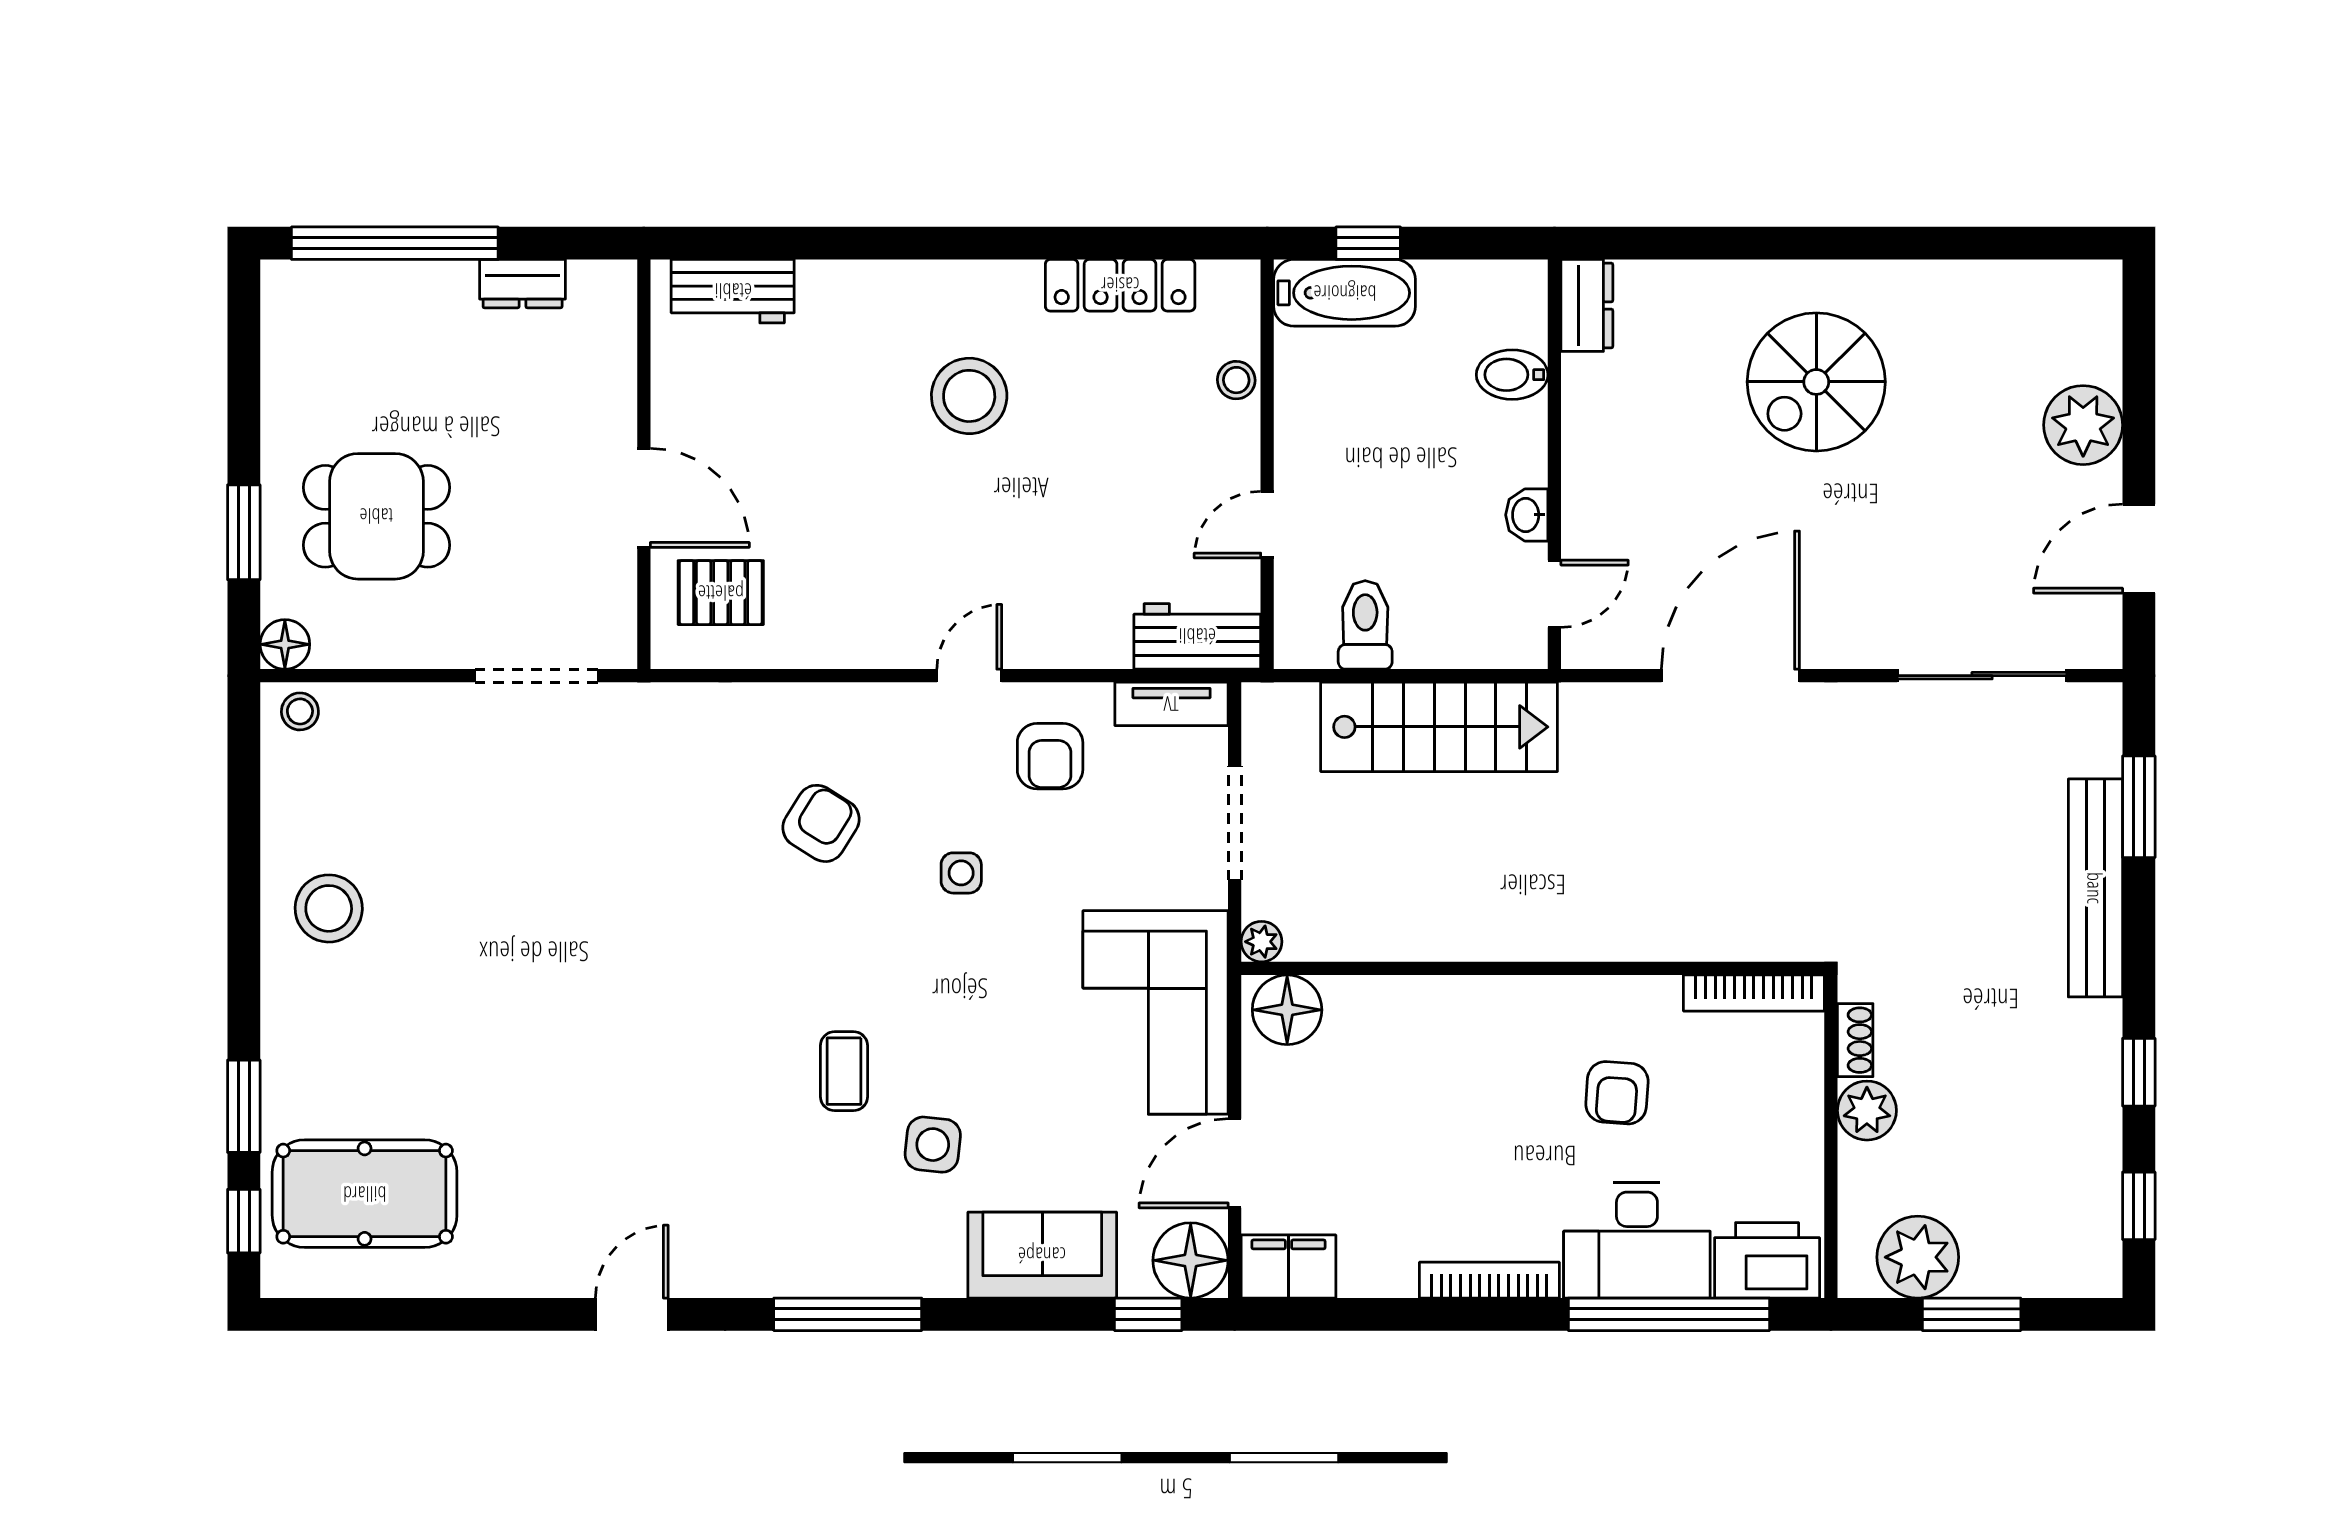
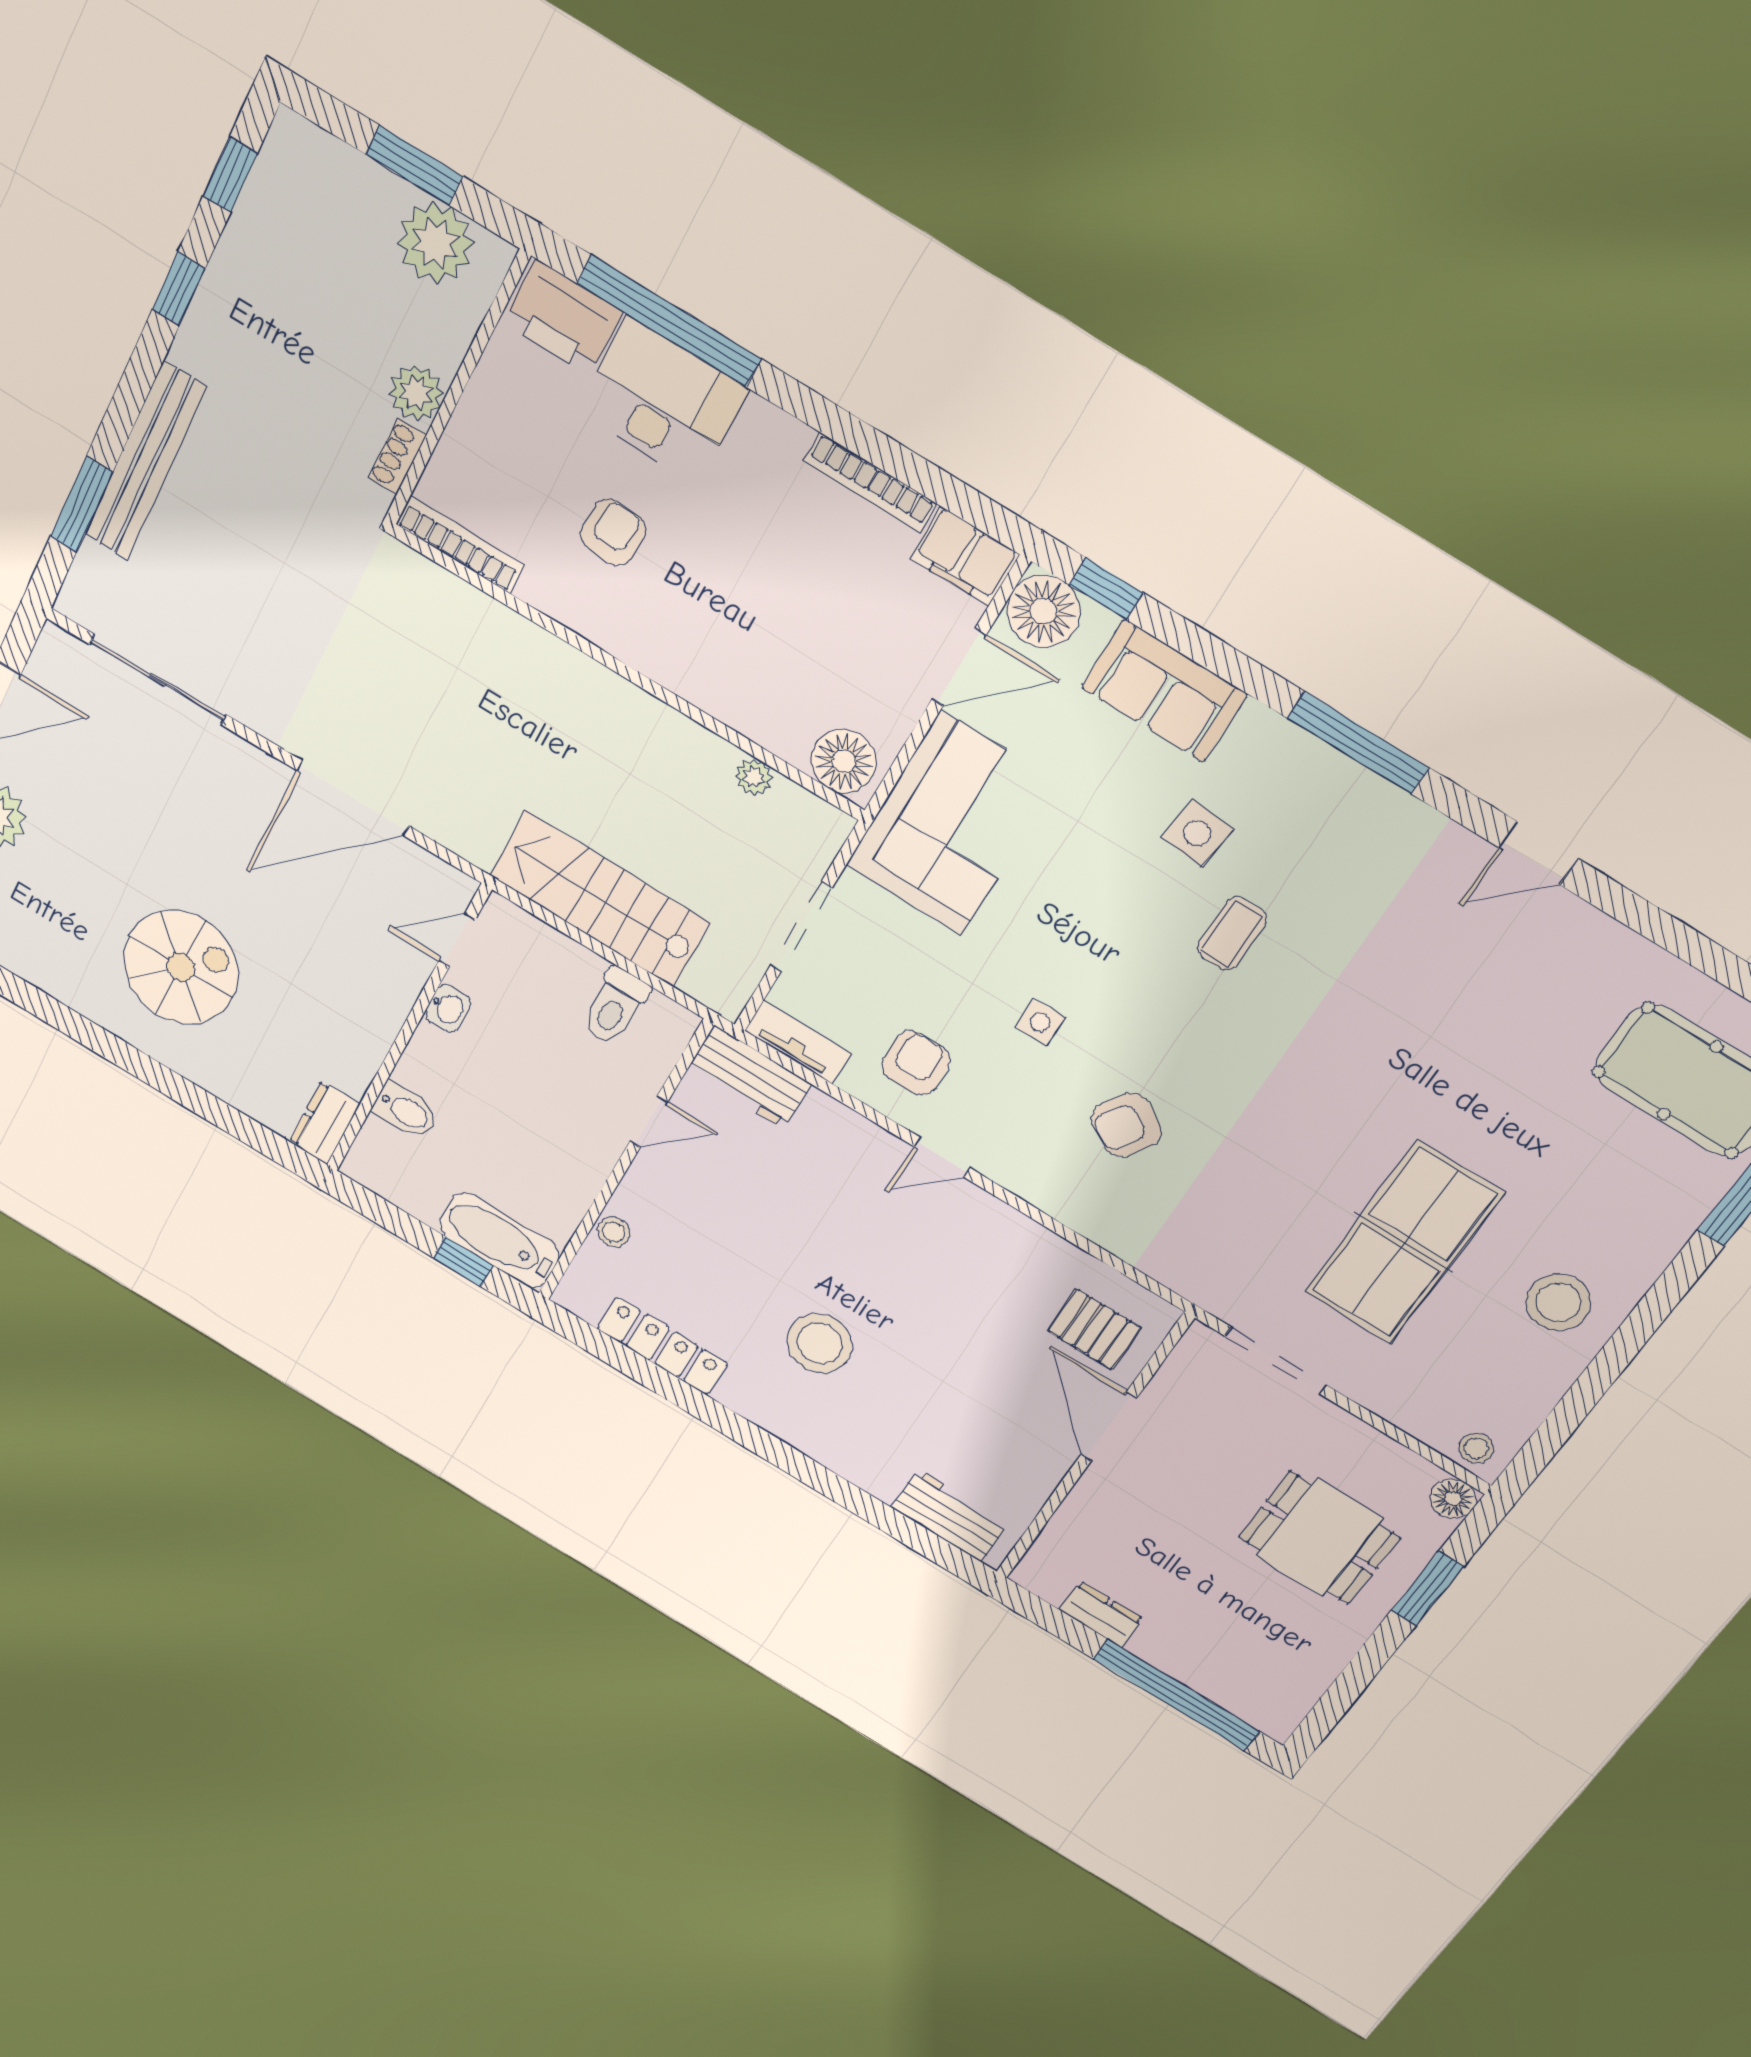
table tennis table: (501, 874) -> (1404, 1243), added
plant: (1262, 942) -> (754, 777), moved
bookcase: (1489, 1280) -> (870, 483), moved

